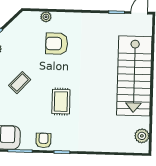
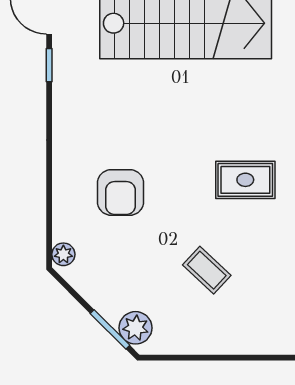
plant: (46, 17) -> (63, 254), moved

